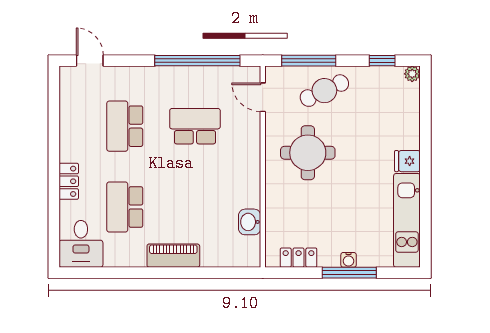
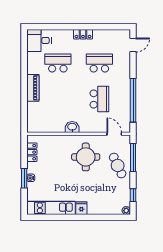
door: (263, 97) -> (114, 134), hinge flipped
locker: (69, 181) -> (83, 34), moved
washbasin: (250, 222) -> (72, 127), moved
window: (349, 273) -> (24, 178), width x0.69

